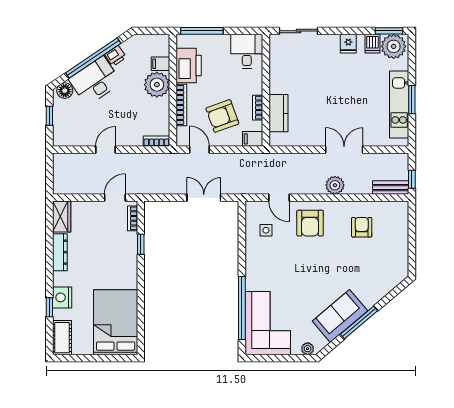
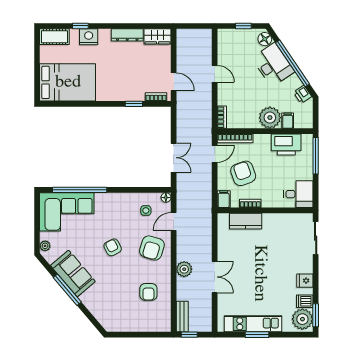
printer: (115, 56) -> (303, 94), moved
bookcase: (181, 105) -> (235, 138), moved
floor lamp: (251, 207) -> (166, 198), added
armchair: (310, 223) -> (152, 248), turned -73
armchair: (362, 227) -> (148, 292), turned 90
armchair: (309, 269) -> (113, 247), added

